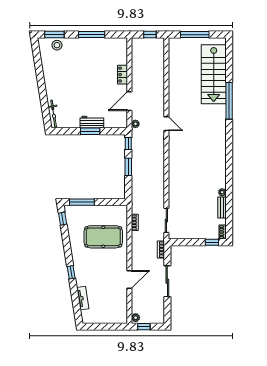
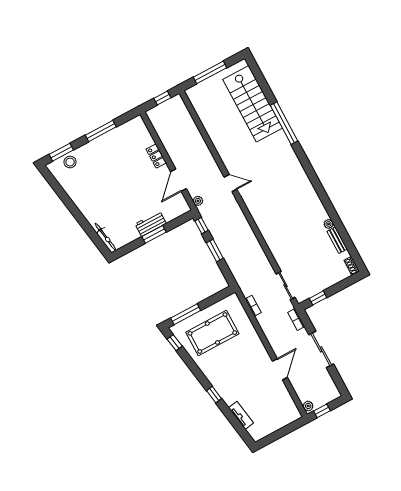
pool table: (103, 237) -> (212, 333), moved
window: (212, 242) -> (318, 298), moved

